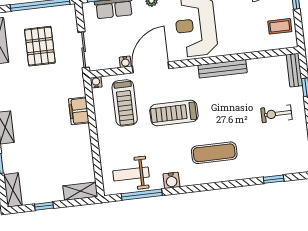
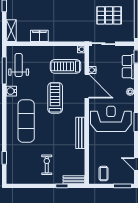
filing cabinet: (79, 111) -> (39, 36), moved
exercise mat: (214, 153) -> (26, 121), width x1.36, depth x1.45

